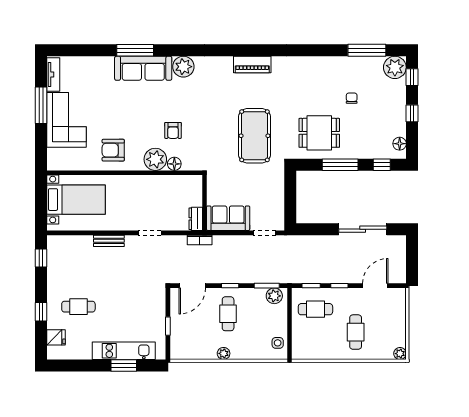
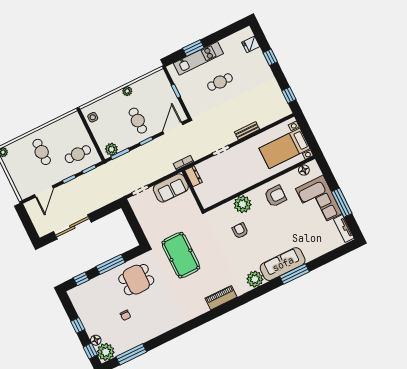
piano: (252, 65) -> (221, 298), moved
floor lamp: (400, 144) -> (96, 340), moved
floor lamp: (174, 164) -> (304, 170), moved
cafe table: (78, 307) -> (220, 82), moved

